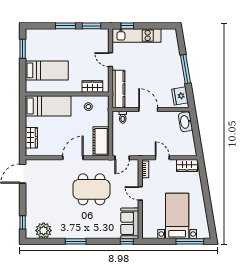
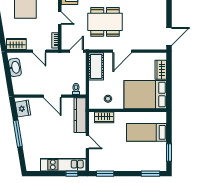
window: (65, 26) -> (150, 174), moved
bed: (48, 106) -> (145, 95), width x1.50
washbasin: (185, 122) -> (15, 67), moved

